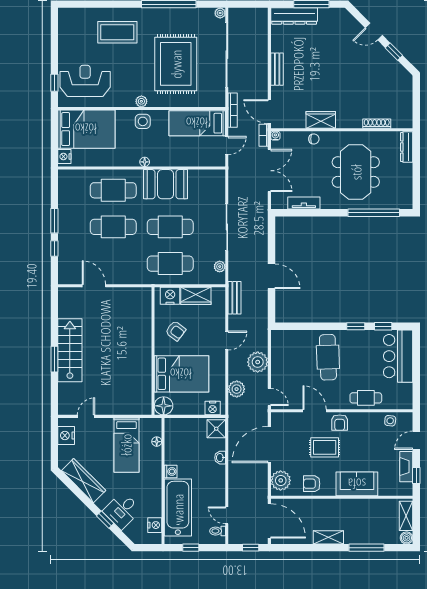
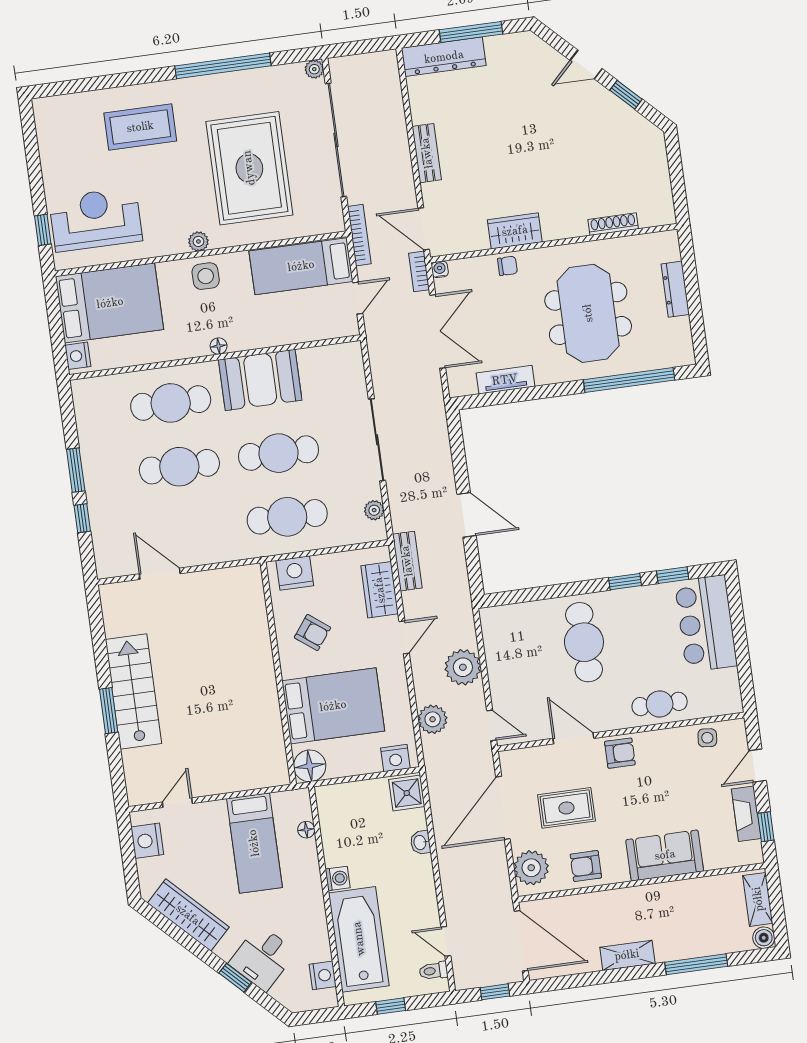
dresser: (407, 147) -> (675, 289), moved
wardrobe: (196, 296) -> (380, 590), moved, turned 90
armchair: (340, 423) -> (620, 753), turned -90
rug: (325, 447) -> (566, 808), moved

